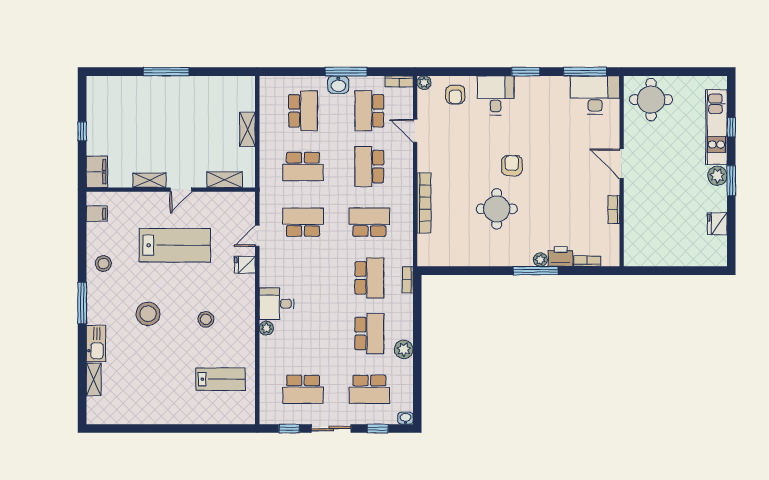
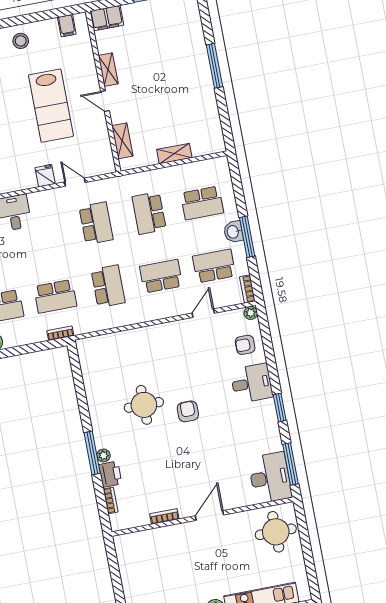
armchair: (512, 165) -> (188, 411), turned -90
bookcase: (424, 203) -> (136, 335), removed

